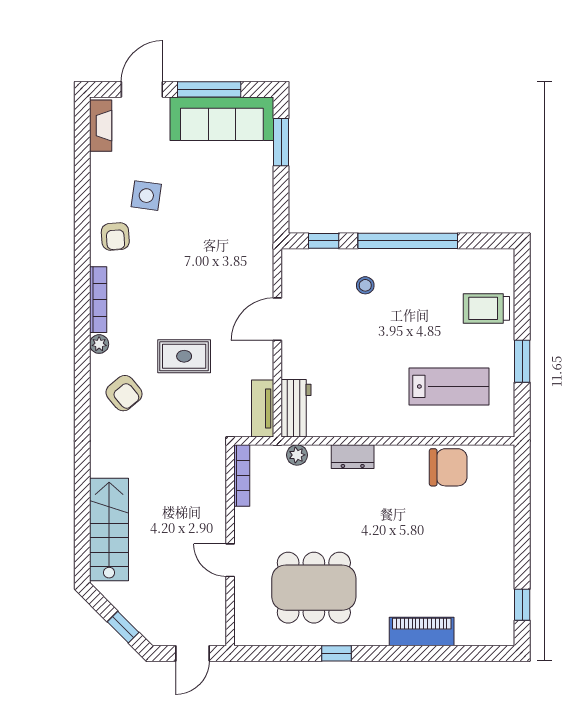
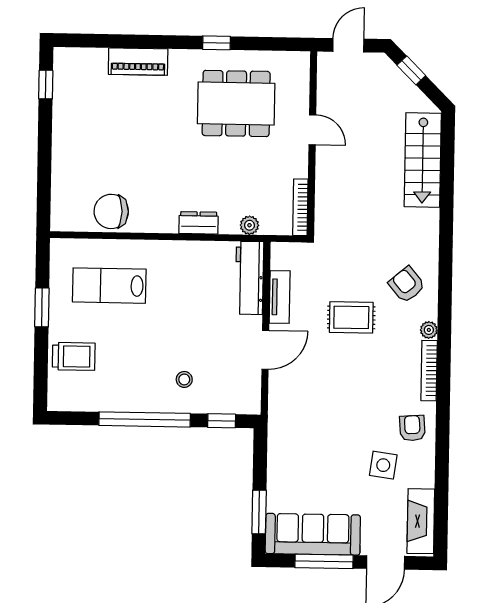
fireplace: (101, 126) -> (421, 521), width x1.37, depth x1.32
workbench: (296, 408) -> (249, 278), width x1.38
tv unit: (263, 409) -> (280, 297), moved

